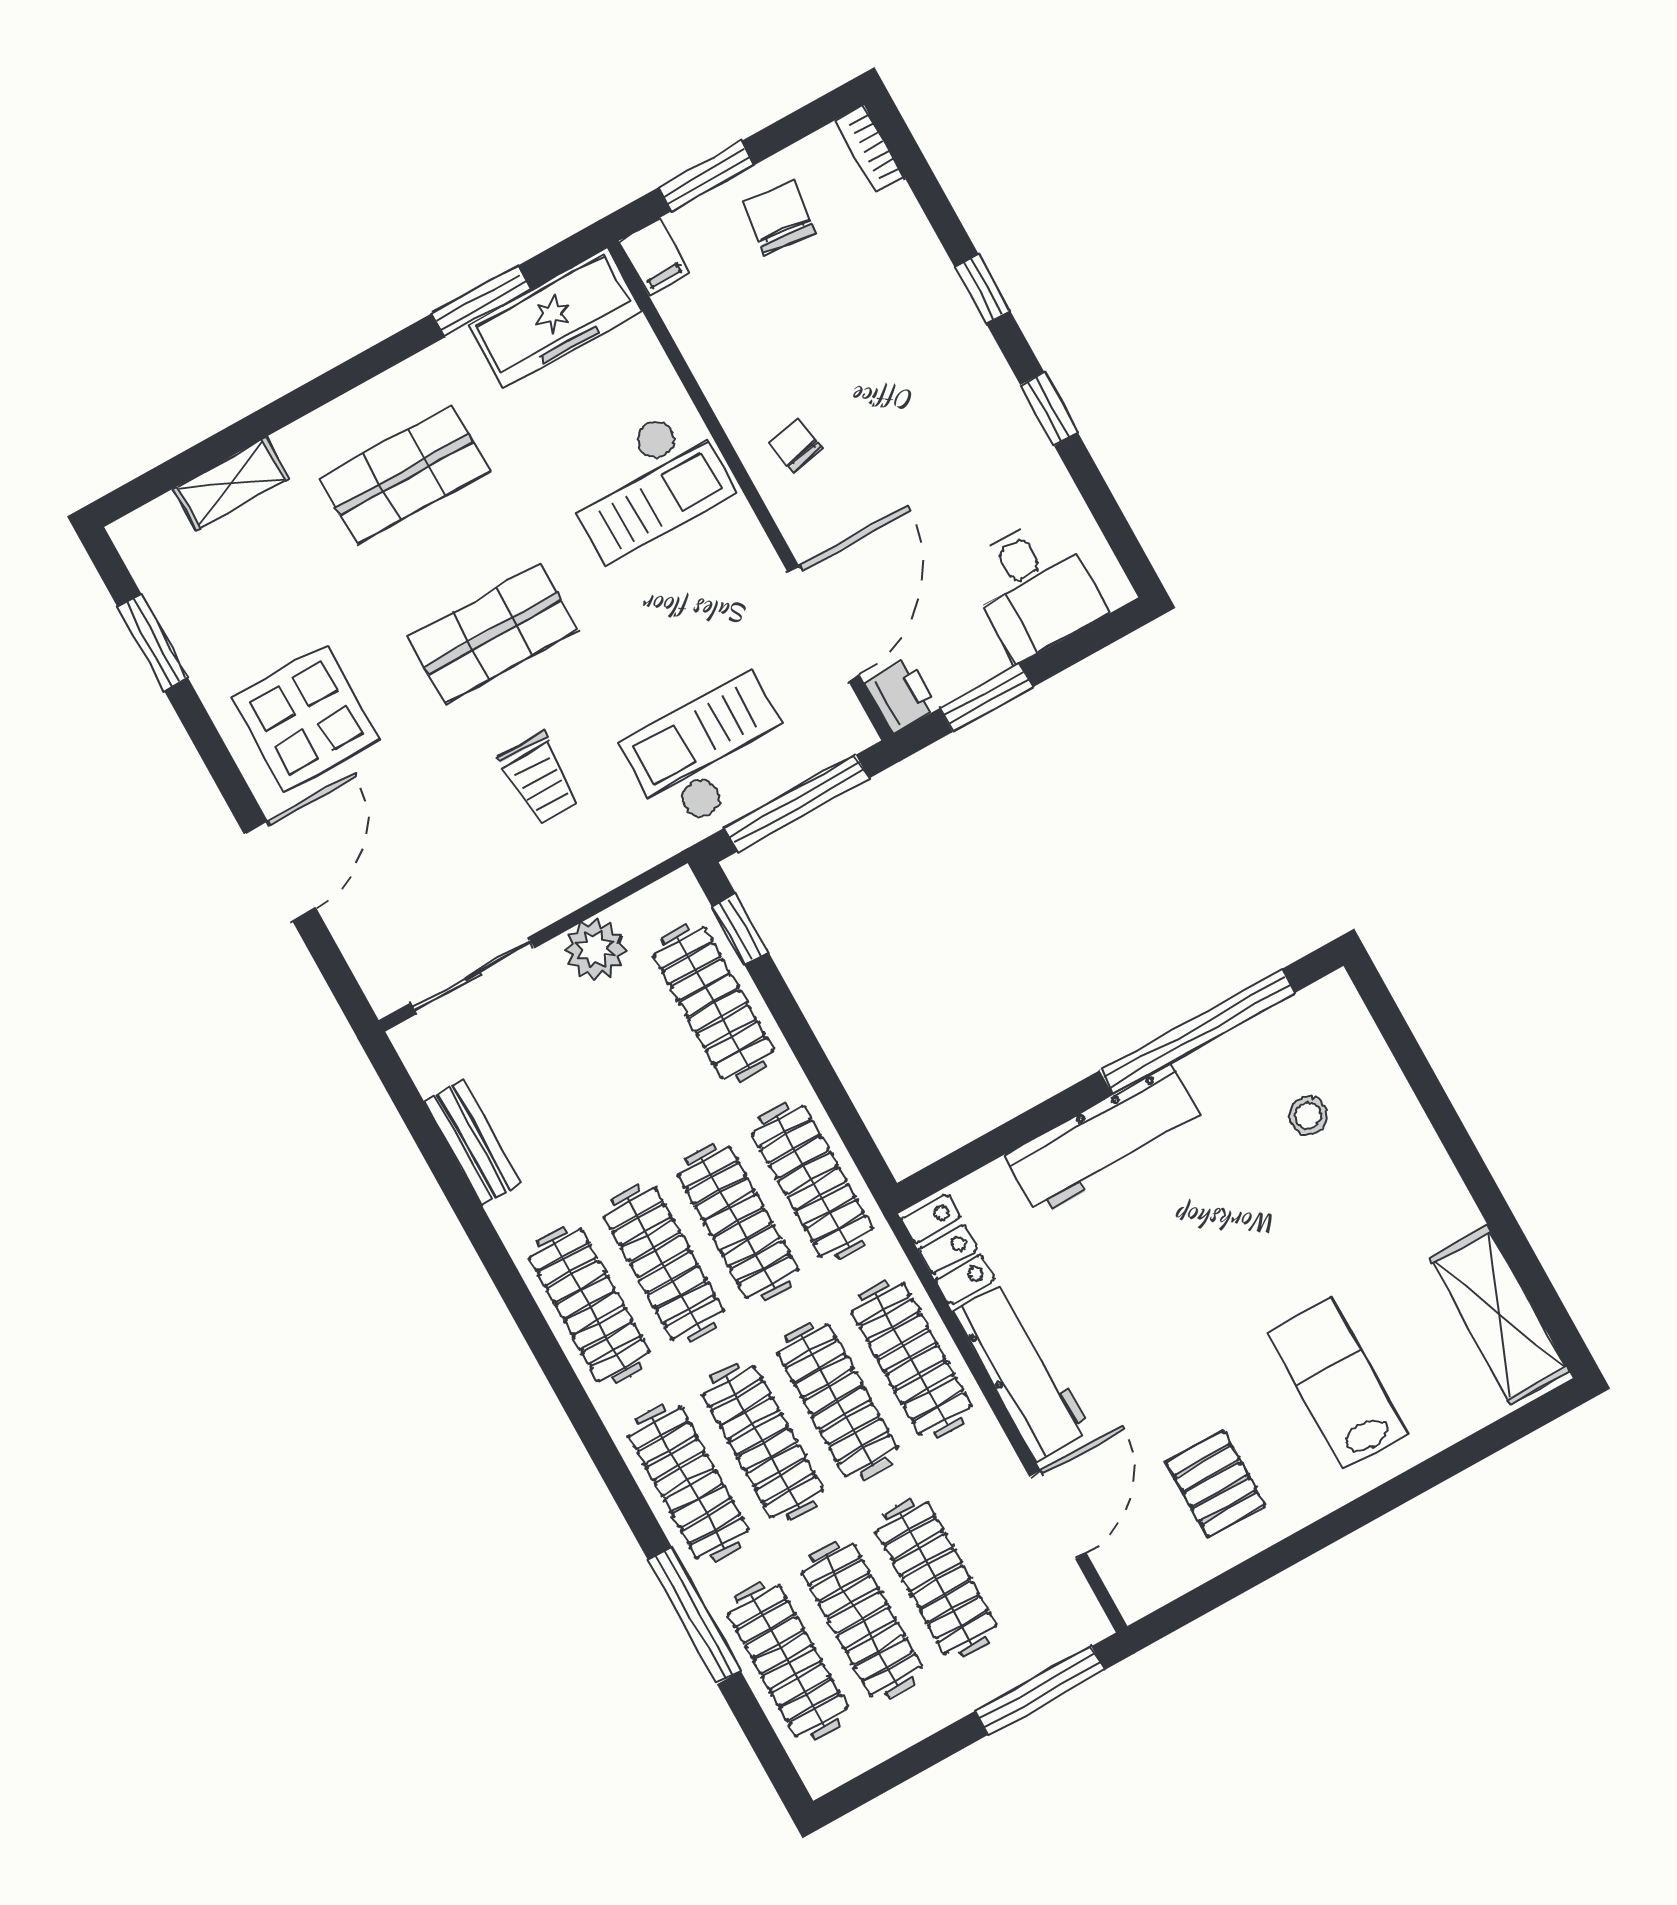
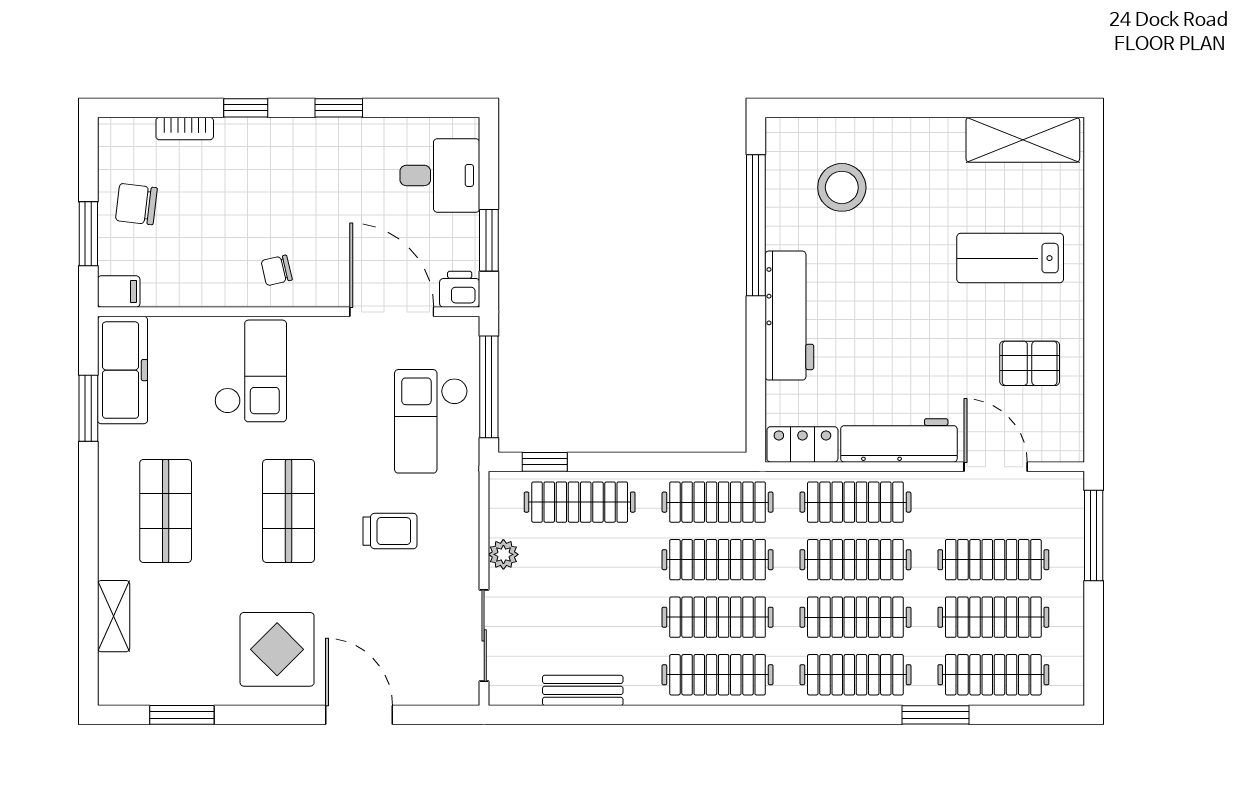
bookcase: (870, 149) -> (185, 129), moved
plant: (595, 950) -> (503, 554), width x0.73, depth x0.73
stool: (1308, 1115) -> (842, 187), width x1.89, depth x1.89
window: (694, 1615) -> (935, 715), width x0.69

